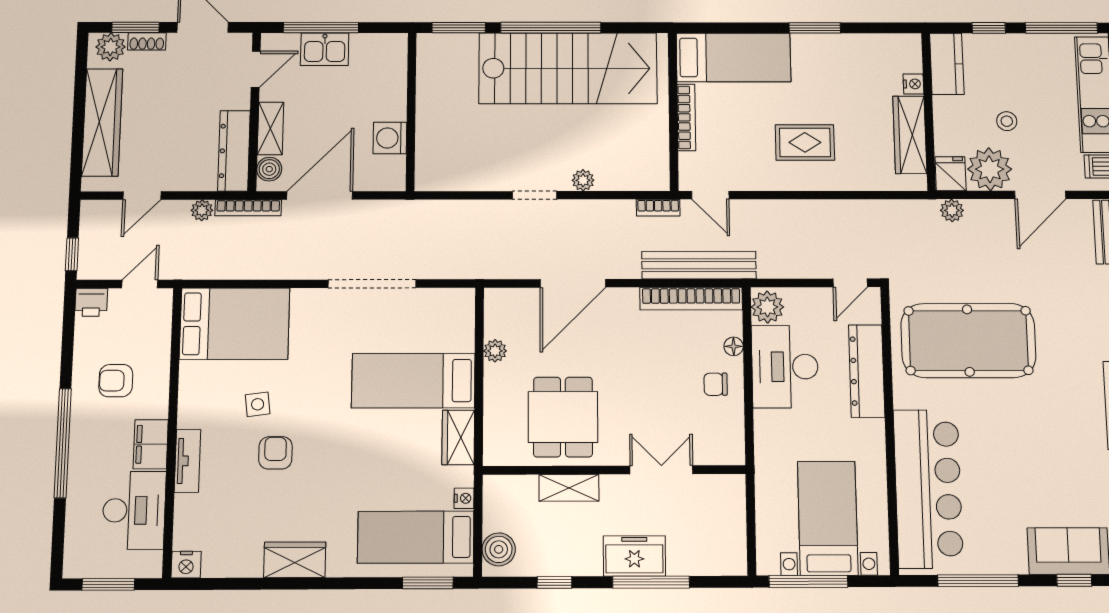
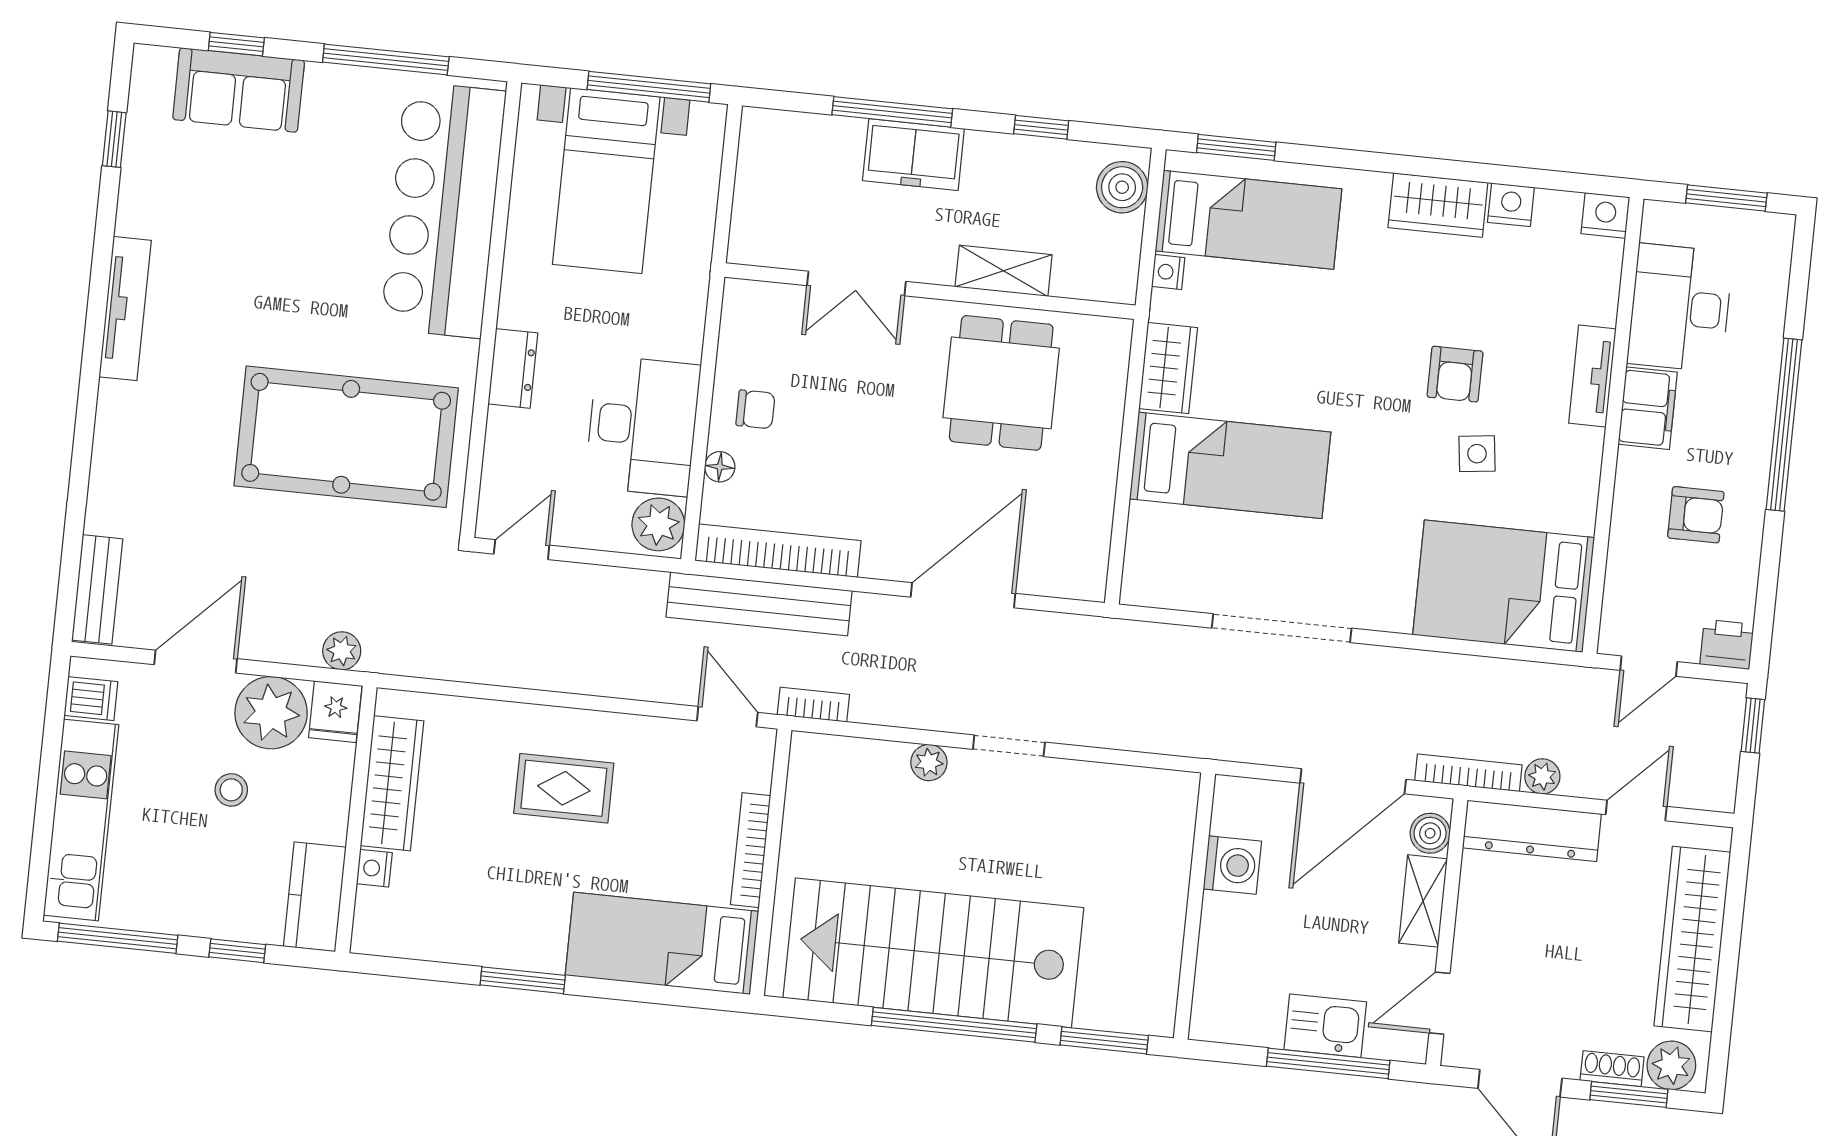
dresser: (234, 151) -> (1532, 831), moved, turned 90
plant: (495, 351) -> (1097, 499), removed
dresser: (867, 371) -> (513, 368), width x0.51, depth x0.80
nightstand: (248, 565) -> (1511, 205), added

